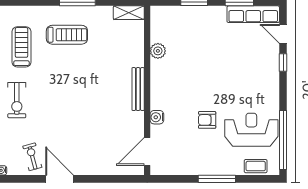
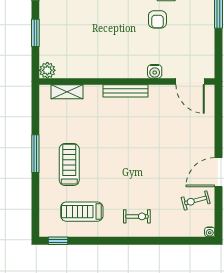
shelving: (129, 13) -> (67, 92), moved, turned 90
plant: (158, 51) -> (47, 70), moved
exercise bike: (17, 100) -> (137, 216), width x0.73, depth x0.72

